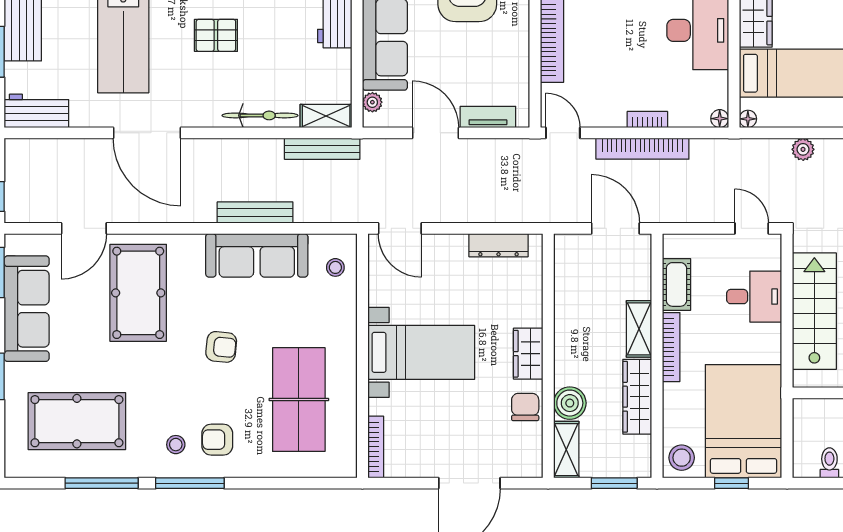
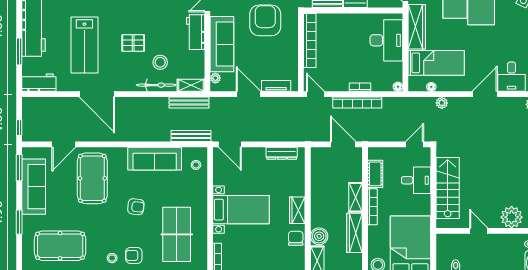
stool: (267, 72) -> (160, 62), added
floor lamp: (748, 119) -> (431, 87), moved
bench: (255, 212) -> (191, 136), moved
door: (752, 228) -> (415, 144), hinge flipped

